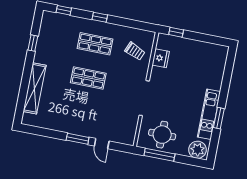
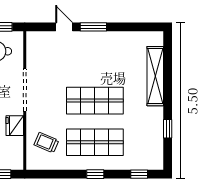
shop shelf: (95, 44) -> (95, 142), width x1.43, depth x1.36
fridge: (161, 58) -> (15, 126), moved
shop shelf: (88, 78) -> (95, 101), width x1.43, depth x1.36

